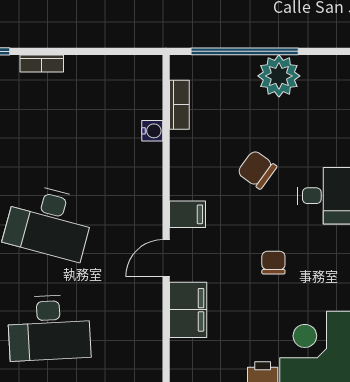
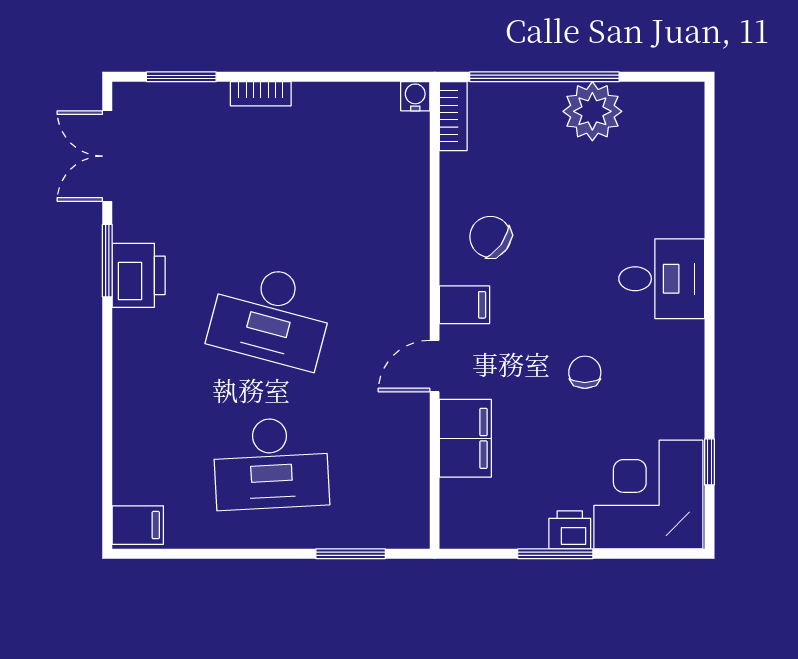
bookcase: (179, 105) -> (453, 116), moved
water cooler: (152, 131) -> (415, 96), moved, turned -90
chair: (257, 170) -> (490, 237), moved

